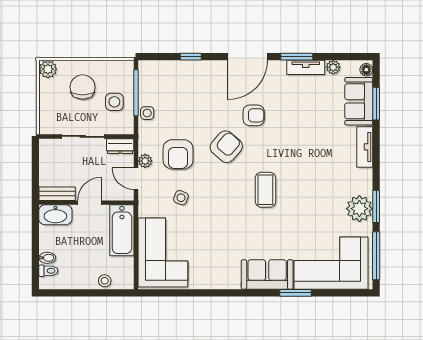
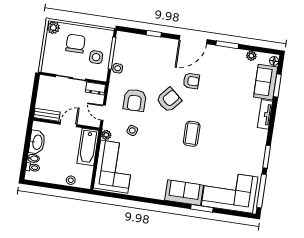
tv unit: (306, 67) -> (232, 53), removed
plant: (145, 161) -> (106, 135), moved
plant: (359, 209) -> (255, 157), removed
washbasin: (55, 215) -> (37, 142), moved, turned -90

